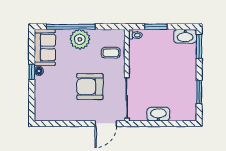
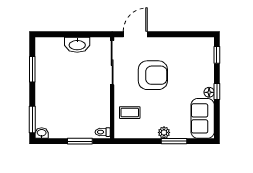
window: (71, 27) -> (174, 141), width x0.47
washbasin: (185, 36) -> (42, 133), width x0.52, depth x0.69
plant: (80, 39) -> (164, 132), width x0.53, depth x0.53
window: (32, 105) -> (217, 55), added

